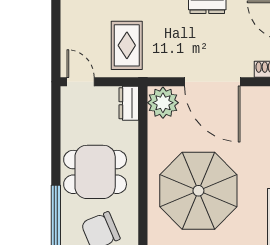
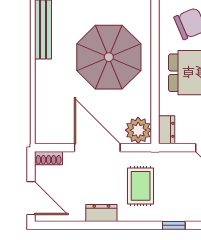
rug: (127, 45) -> (141, 186), moved

